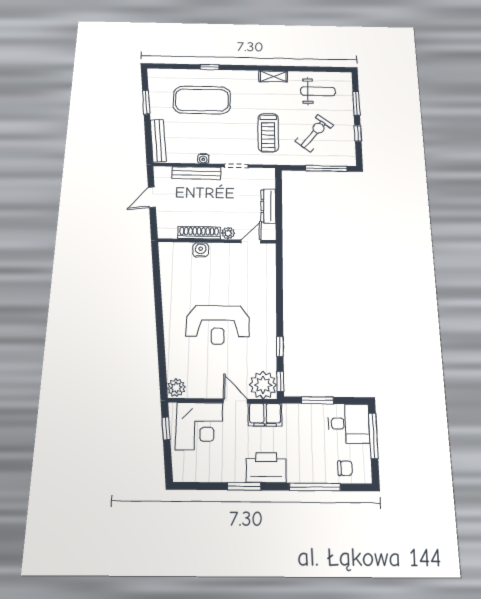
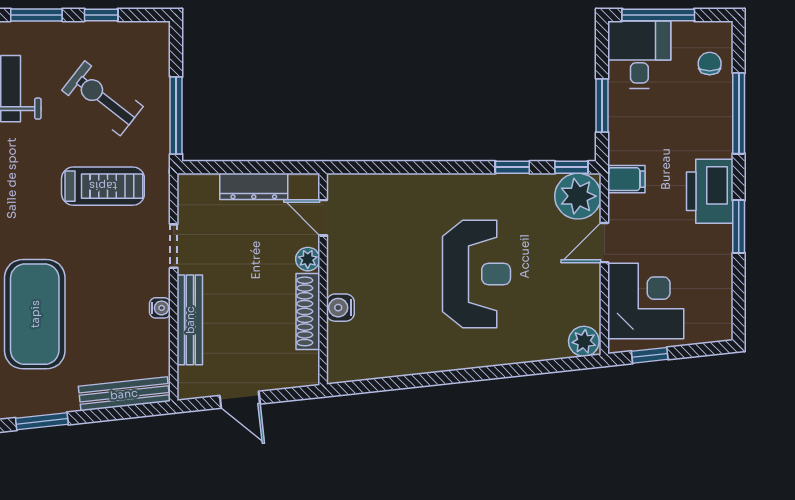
window: (326, 168) -> (176, 115), moved
filing cabinet: (265, 415) -> (626, 179), width x0.50

